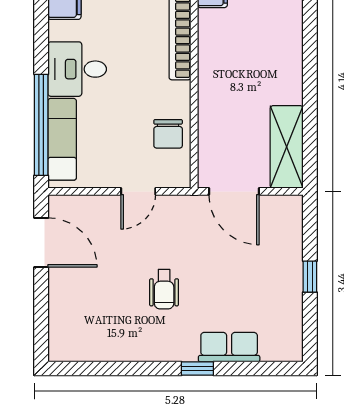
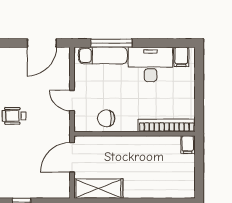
desk: (77, 69) -> (151, 64), width x1.37
window: (41, 125) -> (111, 43), width x0.68

